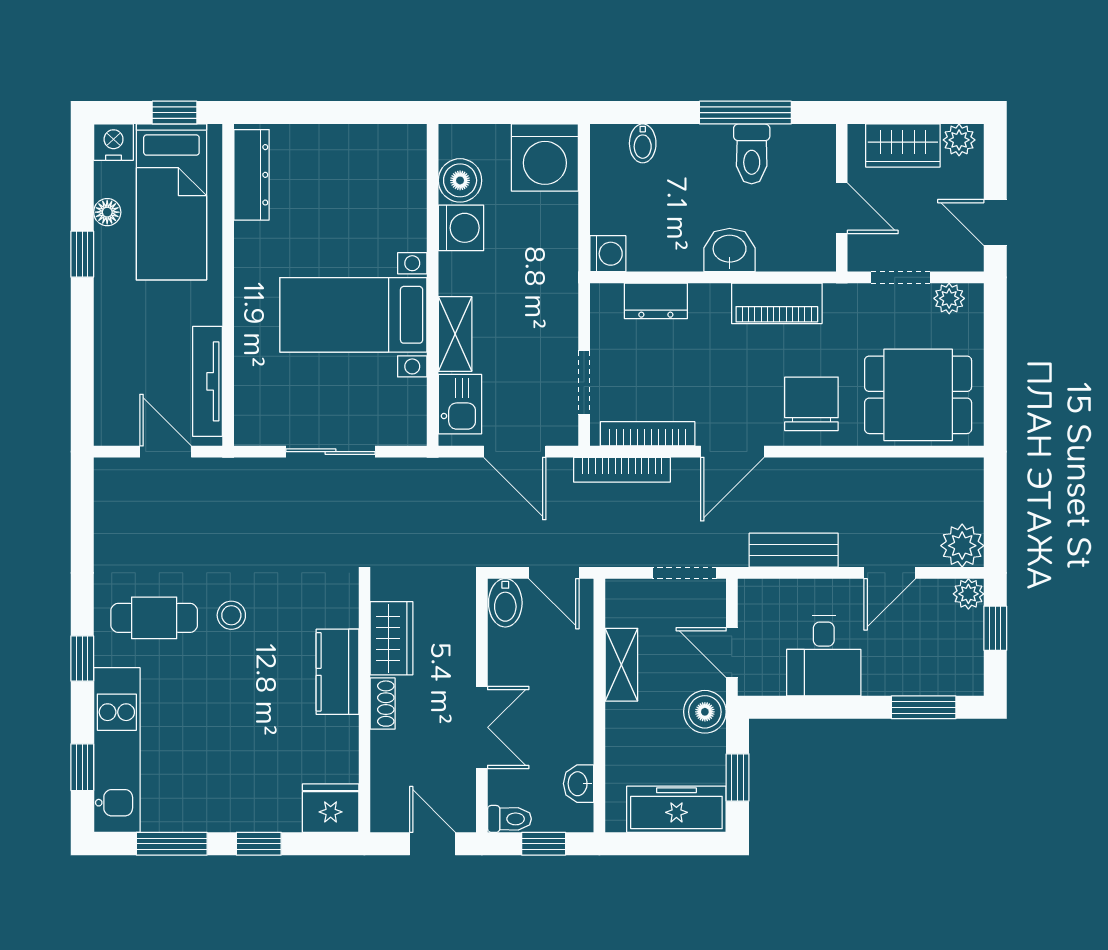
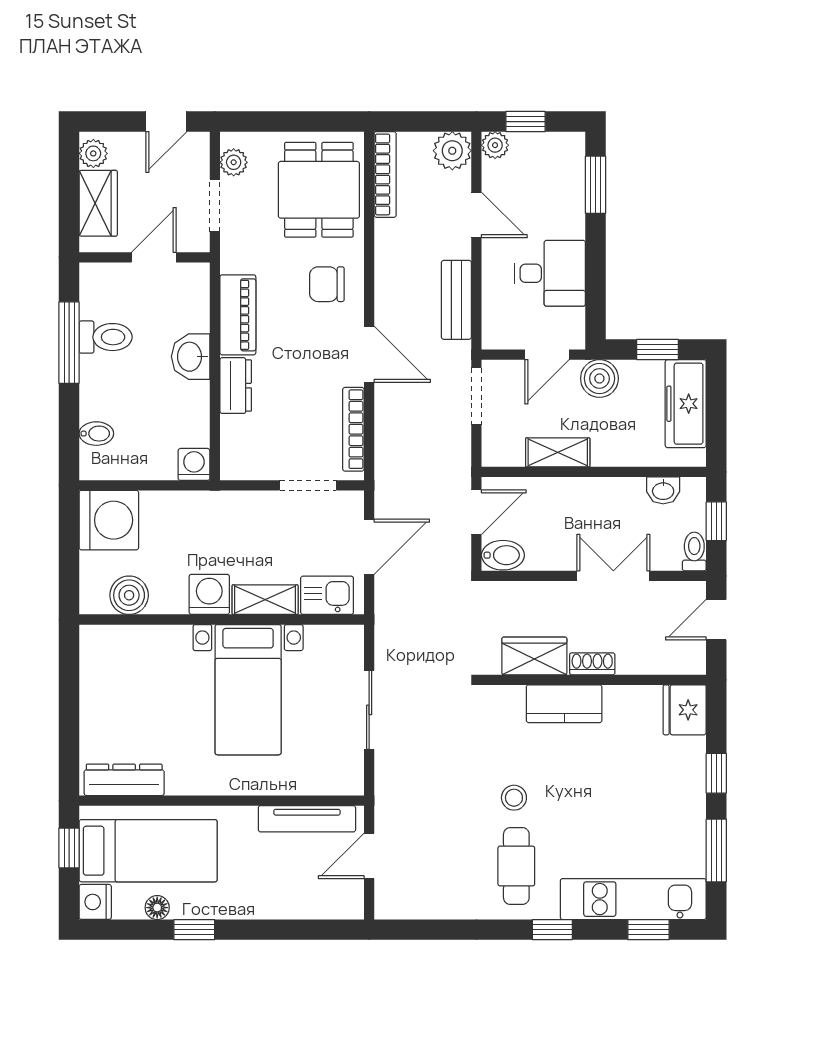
washing machine: (461, 228) -> (209, 594), moved
dresser: (656, 301) -> (236, 386), moved
chair: (811, 404) -> (327, 284), width x0.73, depth x0.73
bookcase: (622, 470) -> (385, 174), moved

